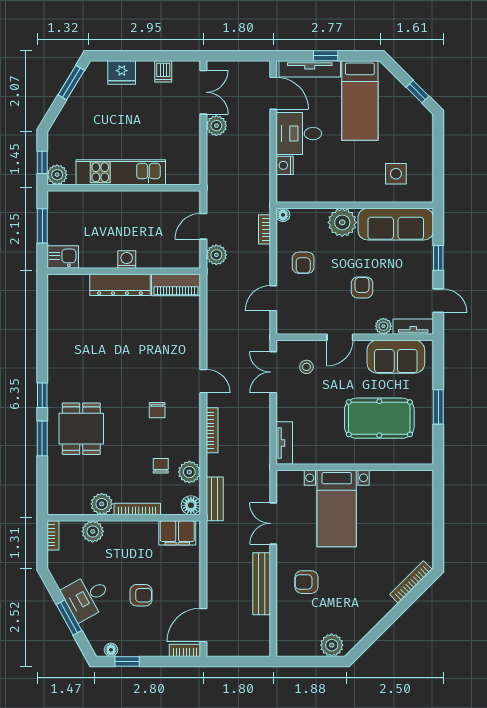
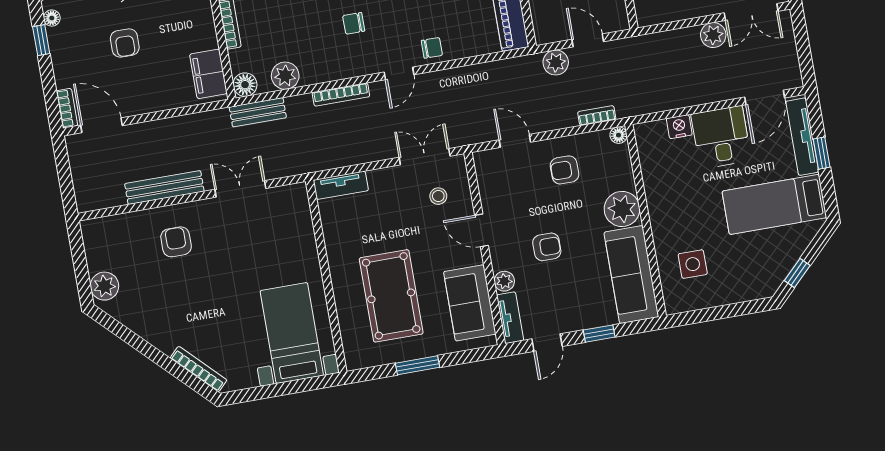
chair: (161, 466) -> (432, 48), moved
bed with nightstands: (337, 508) -> (292, 333), moved, turned 90

